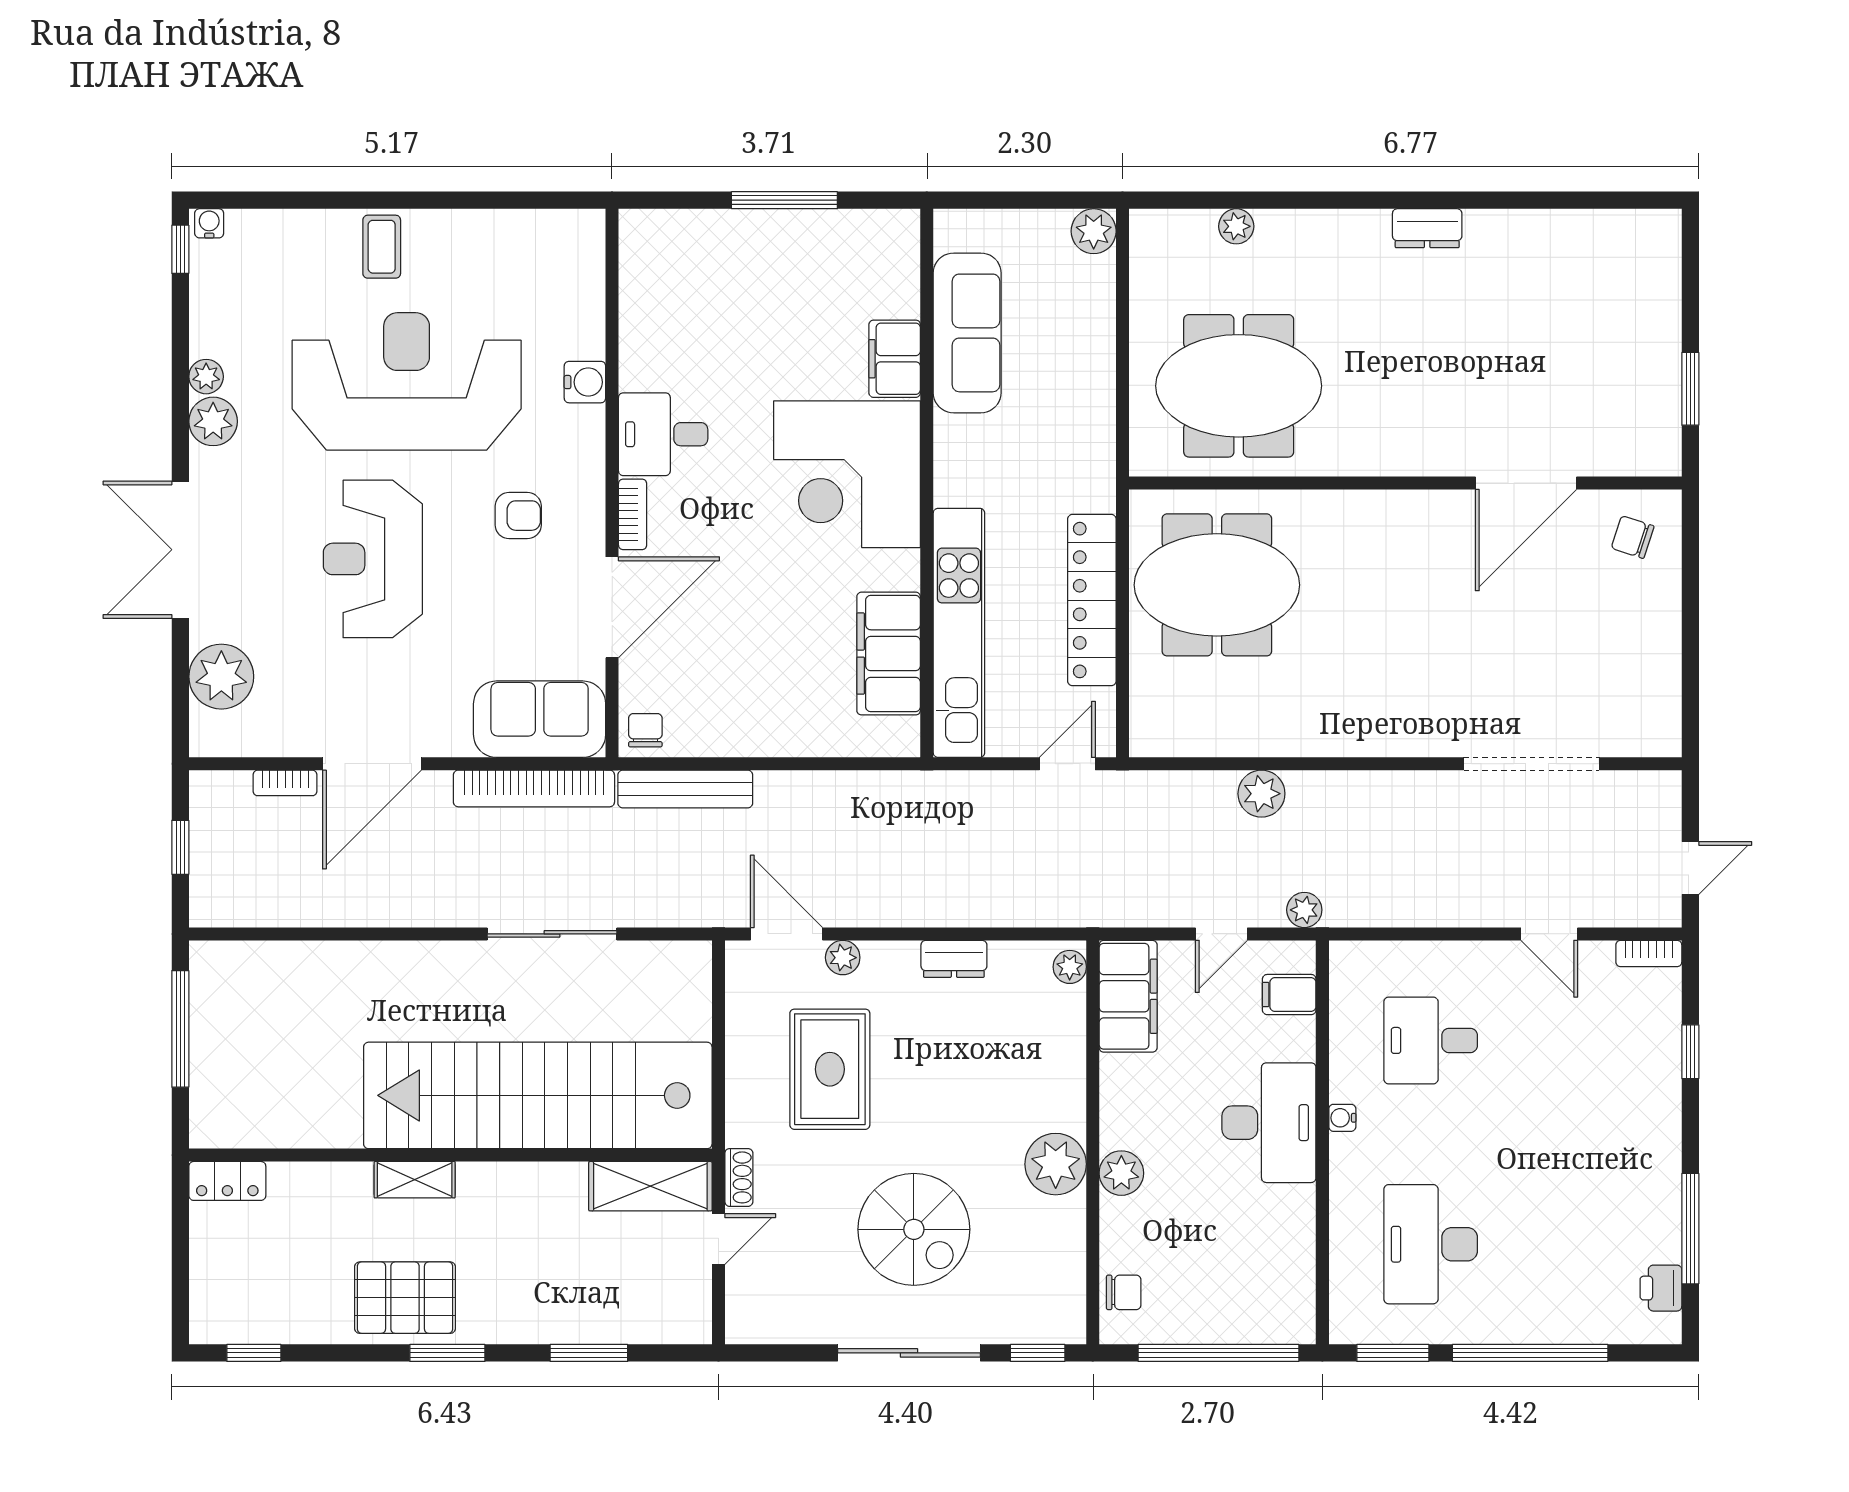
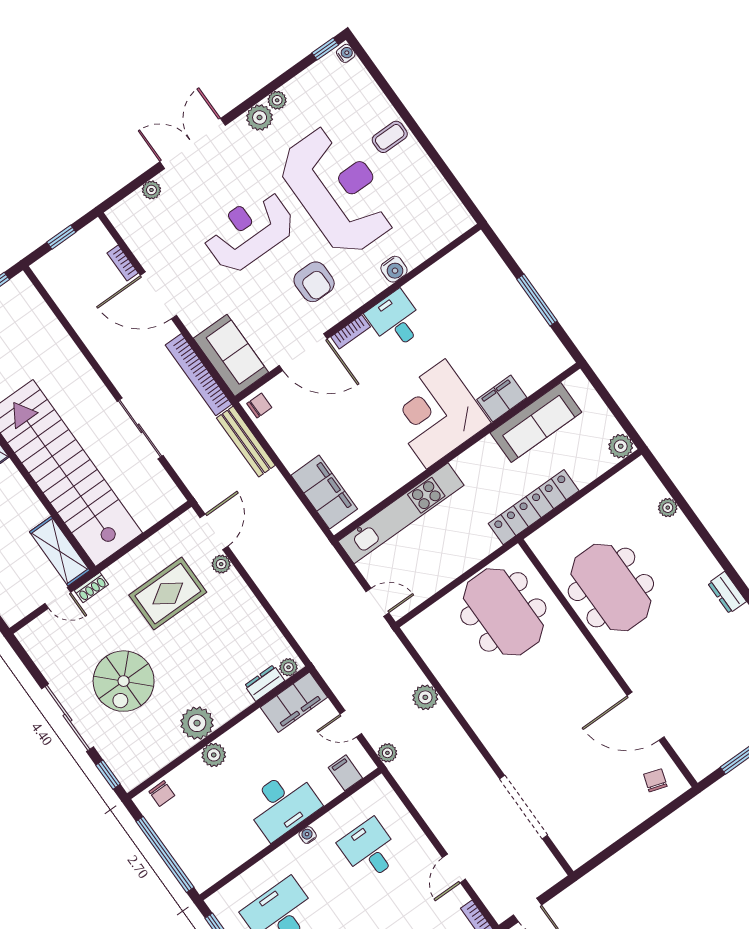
meeting table: (1239, 386) -> (611, 588), moved
armchair: (518, 516) -> (314, 282), width x1.38, depth x1.38
locker: (1092, 600) -> (534, 507), moved
filing cabinet: (889, 654) -> (324, 492), moved, turned 90
plant: (221, 677) -> (151, 190), width x0.53, depth x0.53
dresser: (954, 959) -> (265, 683), moved, turned 90

